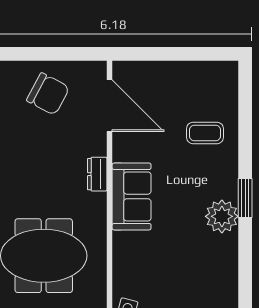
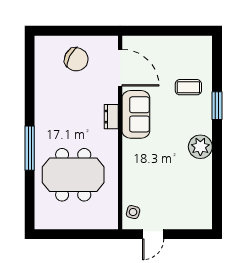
sofa: (132, 196) -> (136, 114), moved
window: (245, 198) -> (217, 106), moved

